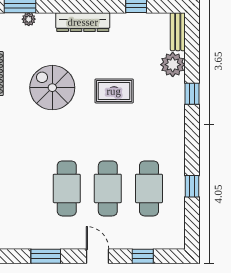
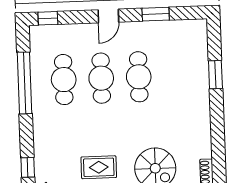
window: (192, 186) -> (25, 83), width x3.17
door: (98, 256) -> (108, 16), hinge flipped
window: (143, 256) -> (48, 18), moved

